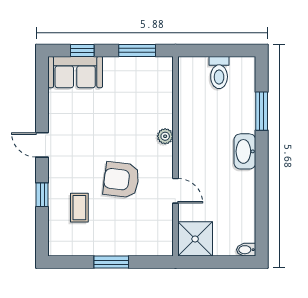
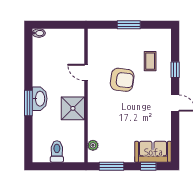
window: (262, 111) -> (28, 103), moved
plant: (165, 136) -> (93, 145), moved
shower: (195, 239) -> (73, 108), moved

